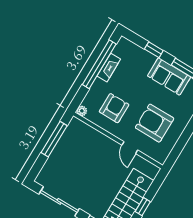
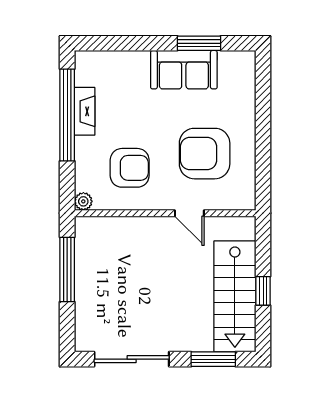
window: (154, 50) -> (137, 43), removed
armchair: (114, 108) -> (130, 168), turned 90

